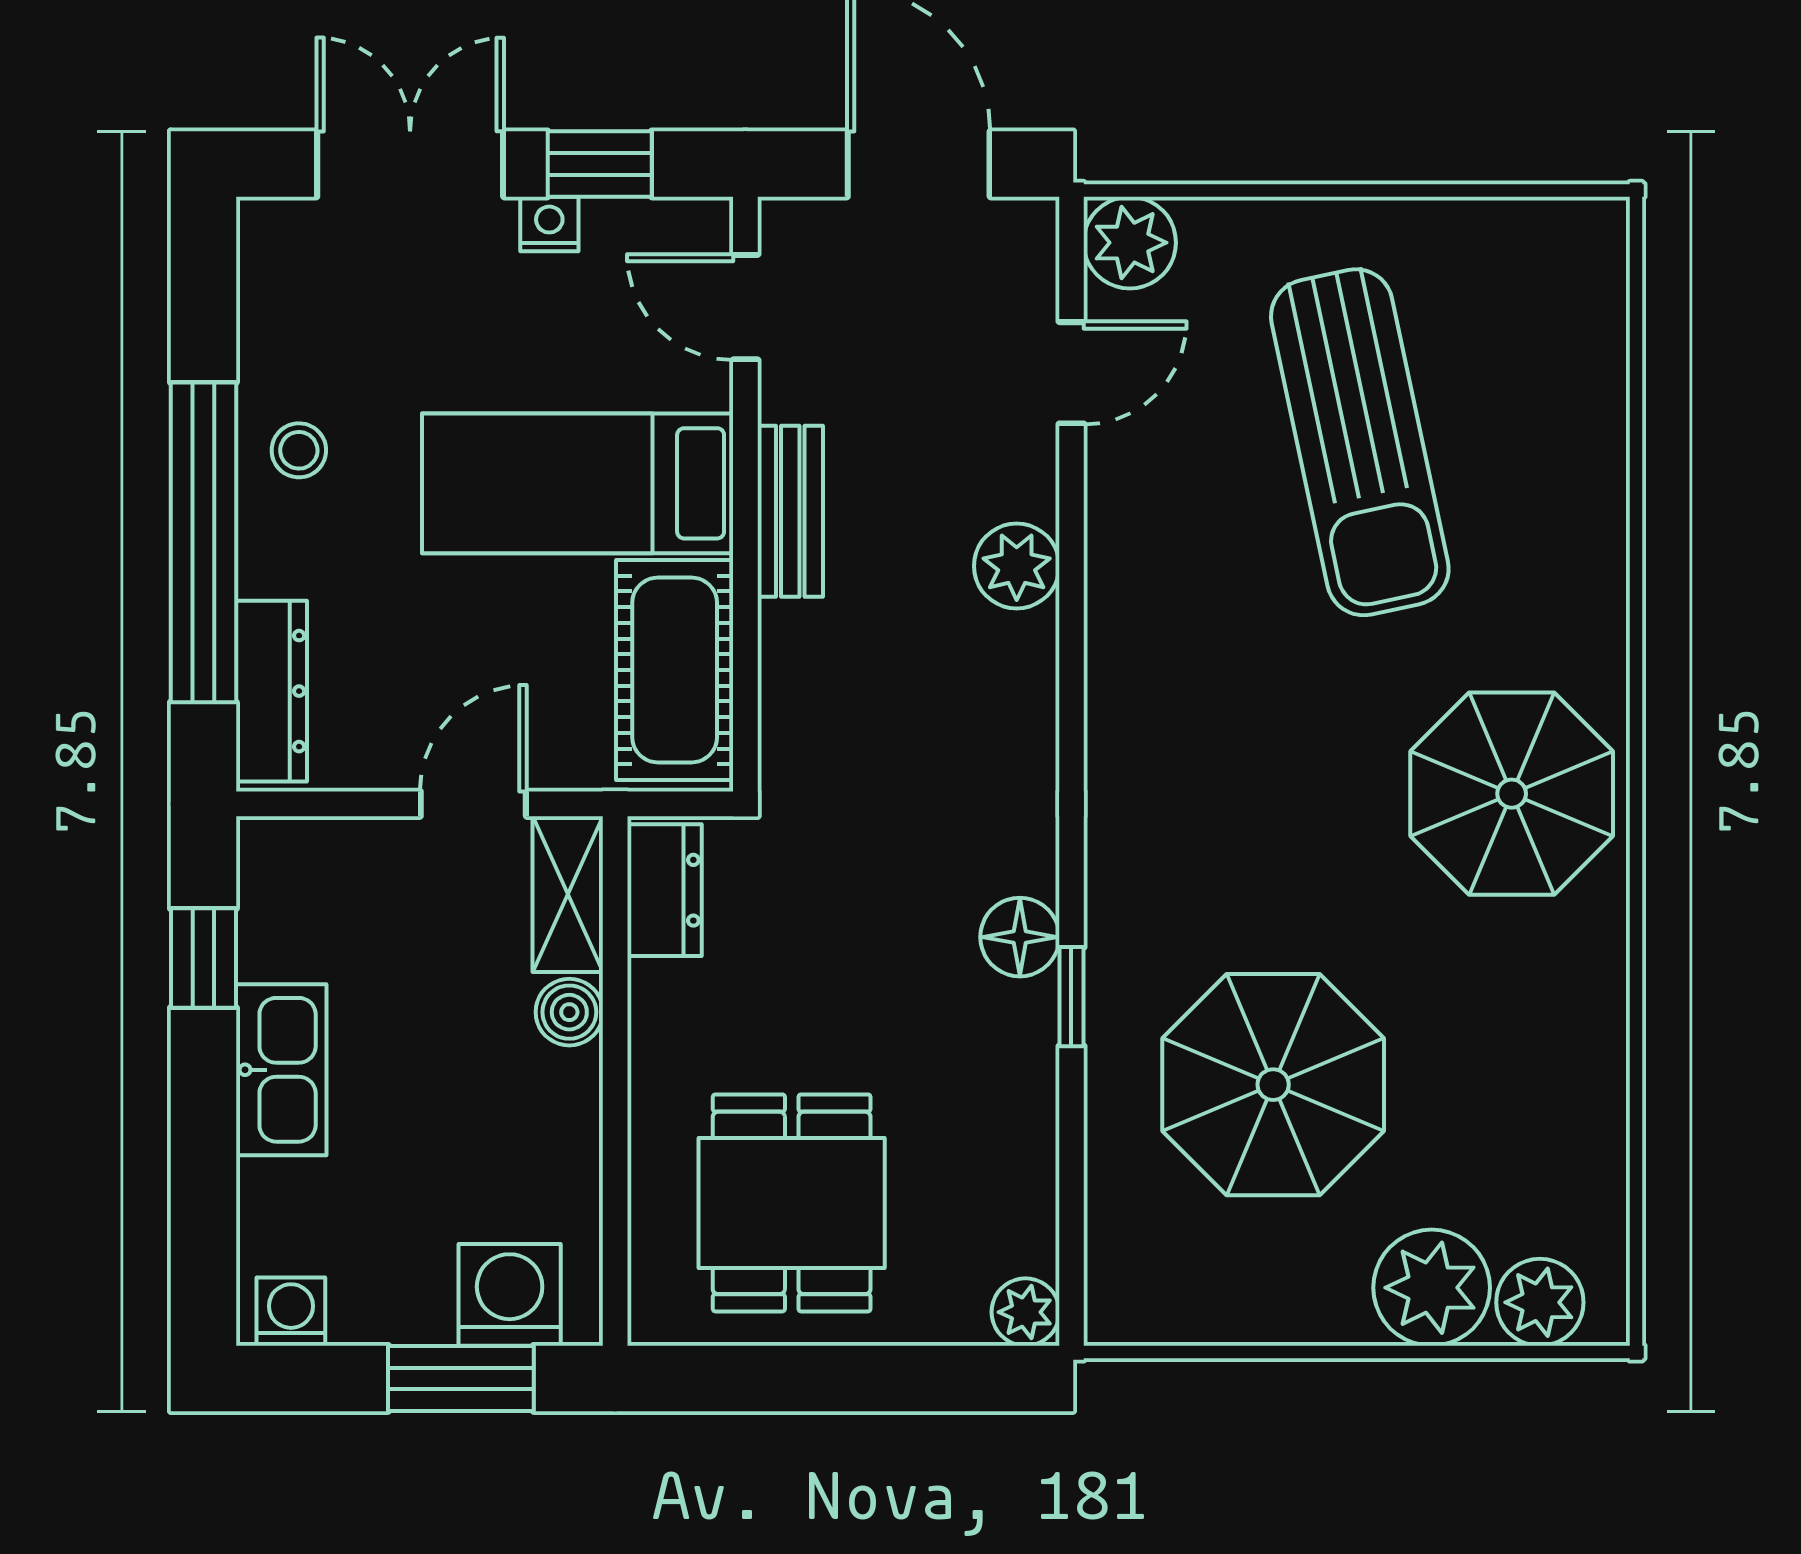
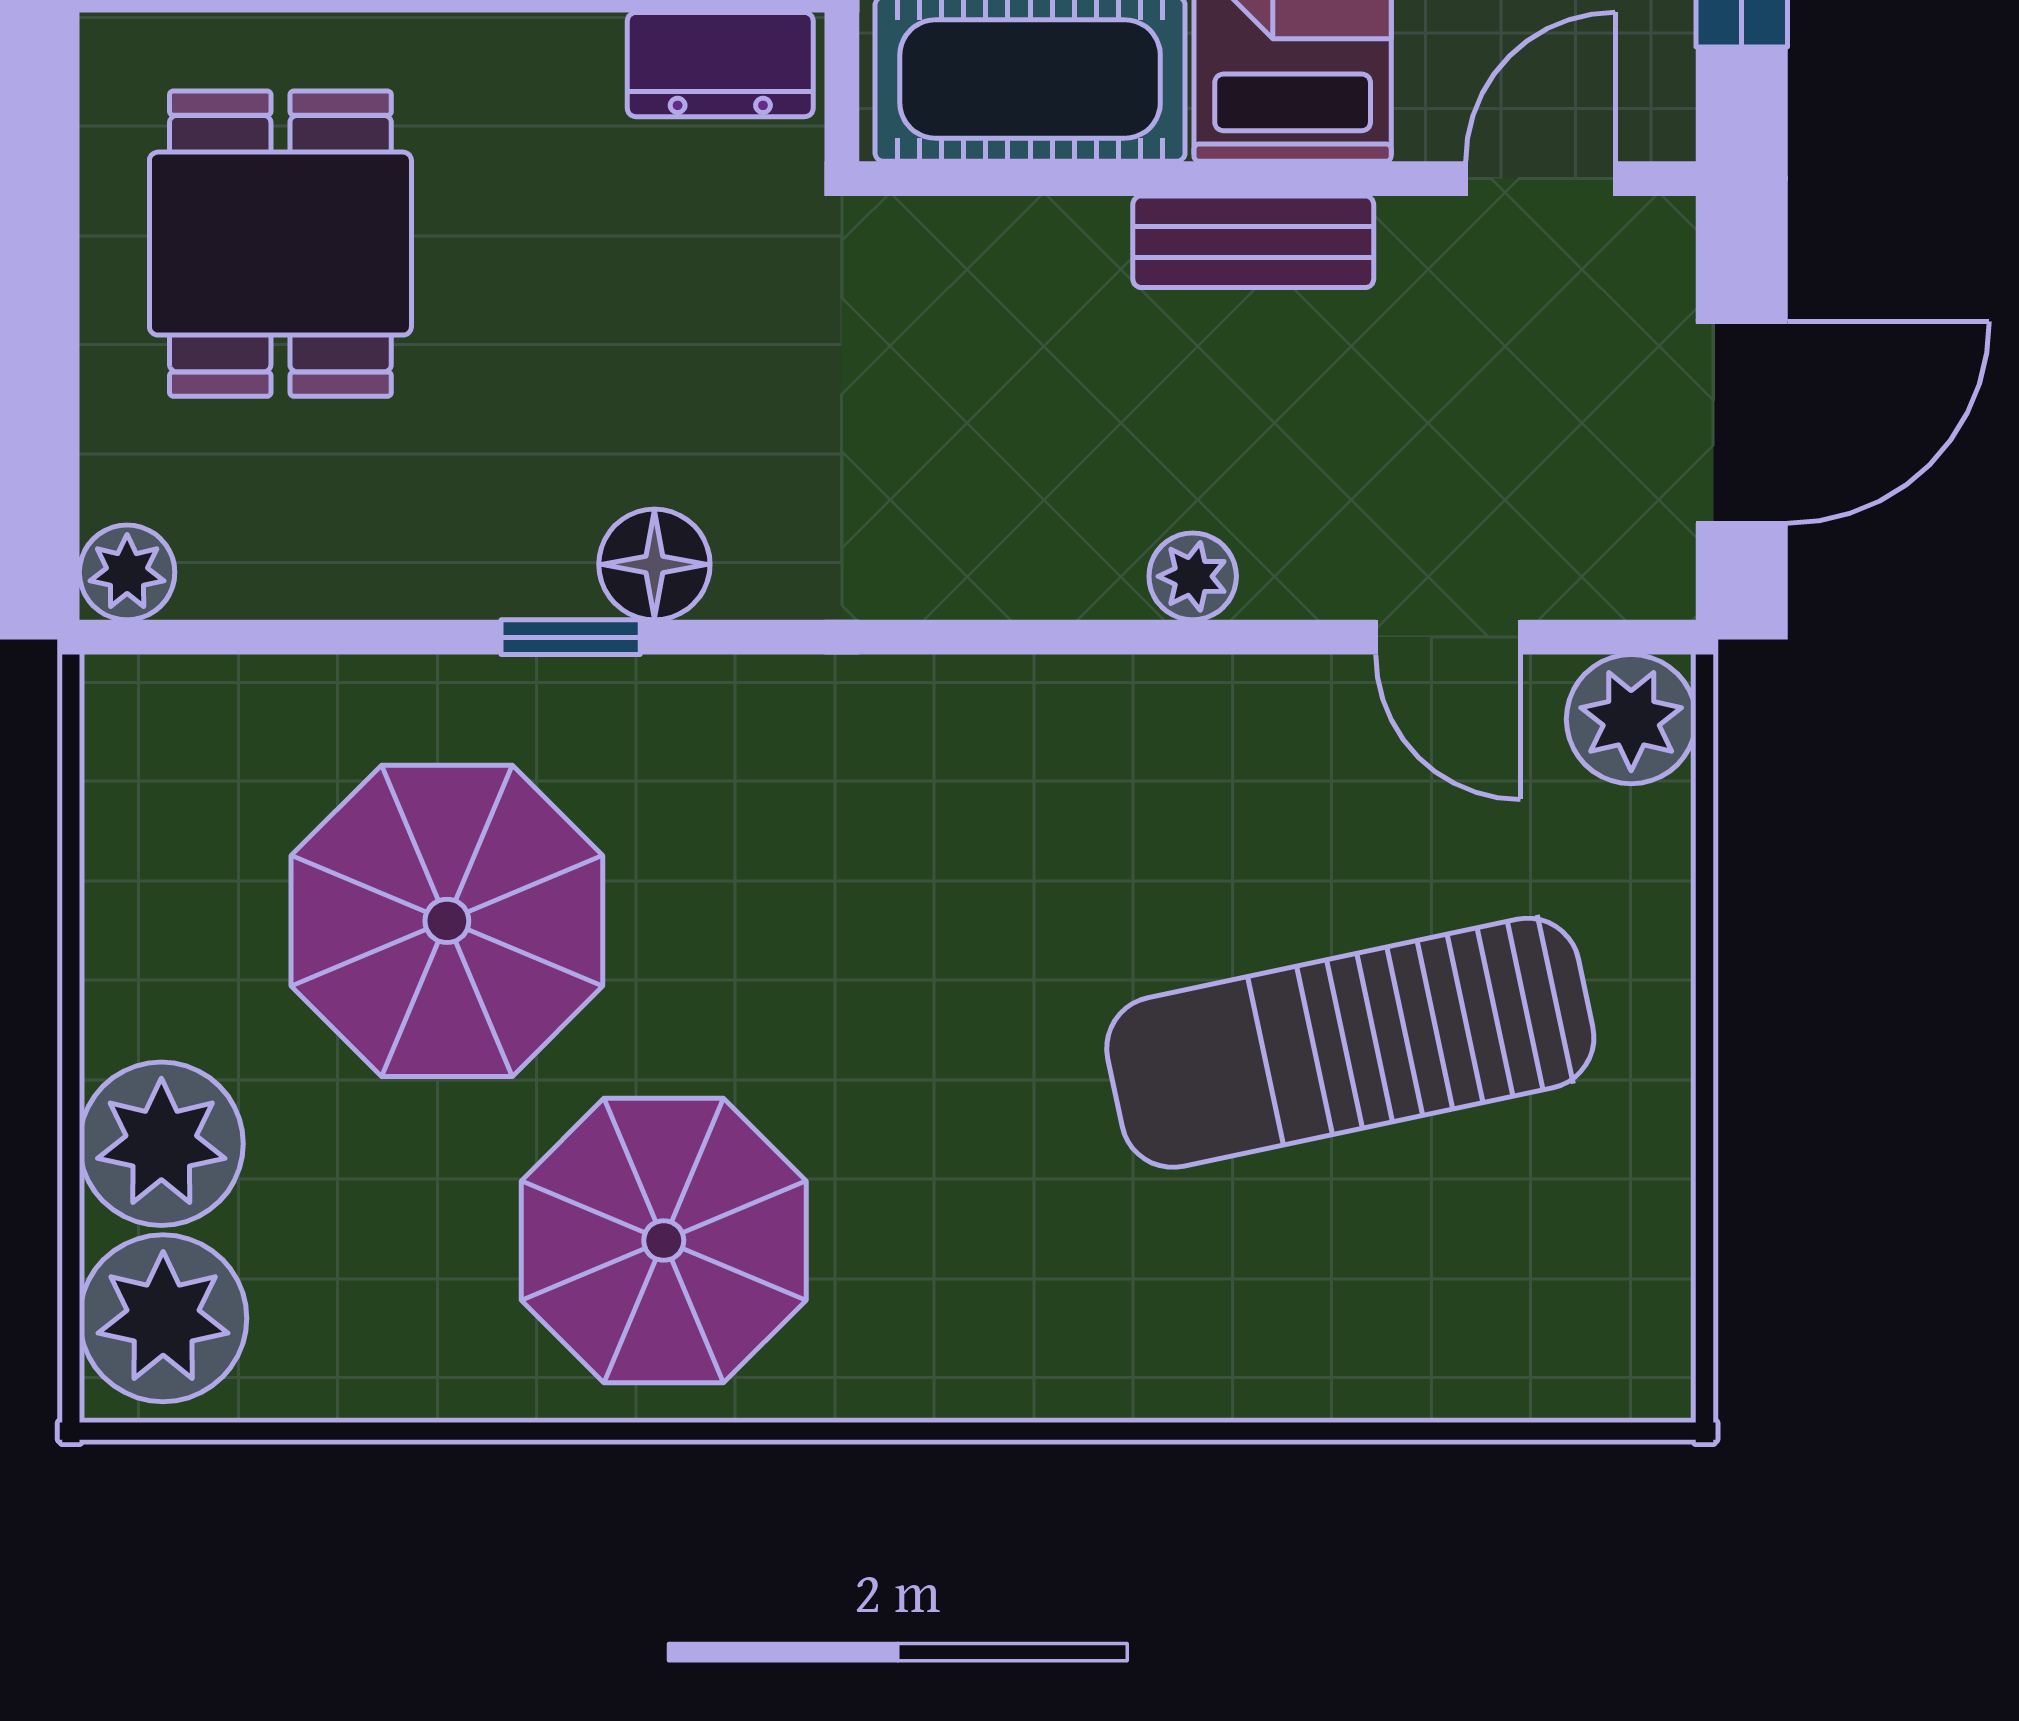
plant: (1017, 566) -> (1193, 576), width x0.73, depth x0.73
parasol: (1512, 794) -> (664, 1241), moved
dining table: (792, 1203) -> (280, 244), turned 90
plant: (1540, 1302) -> (163, 1318), width x1.36, depth x1.36

